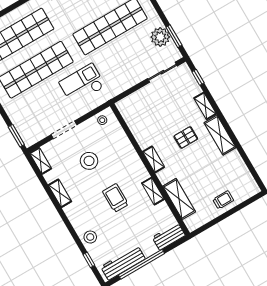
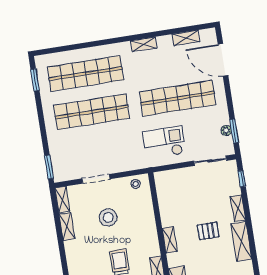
plant: (160, 37) -> (226, 130), width x0.53, depth x0.53
checkout: (82, 84) -> (164, 142), moved
shelving: (60, 193) -> (67, 226), moved

